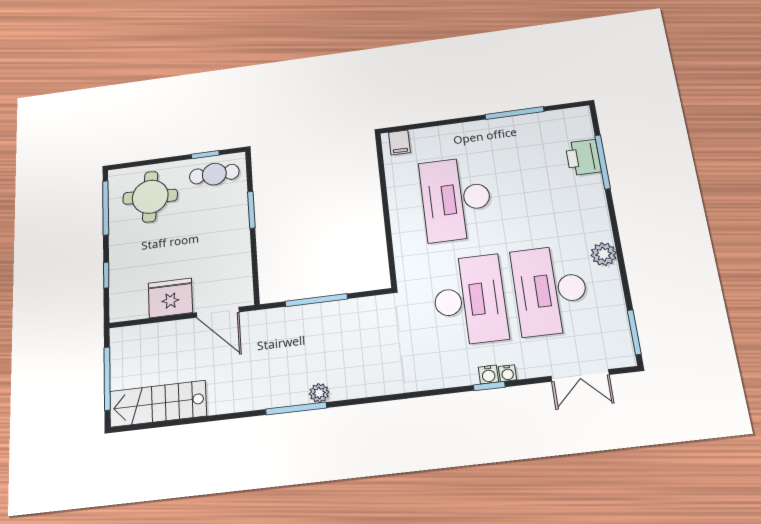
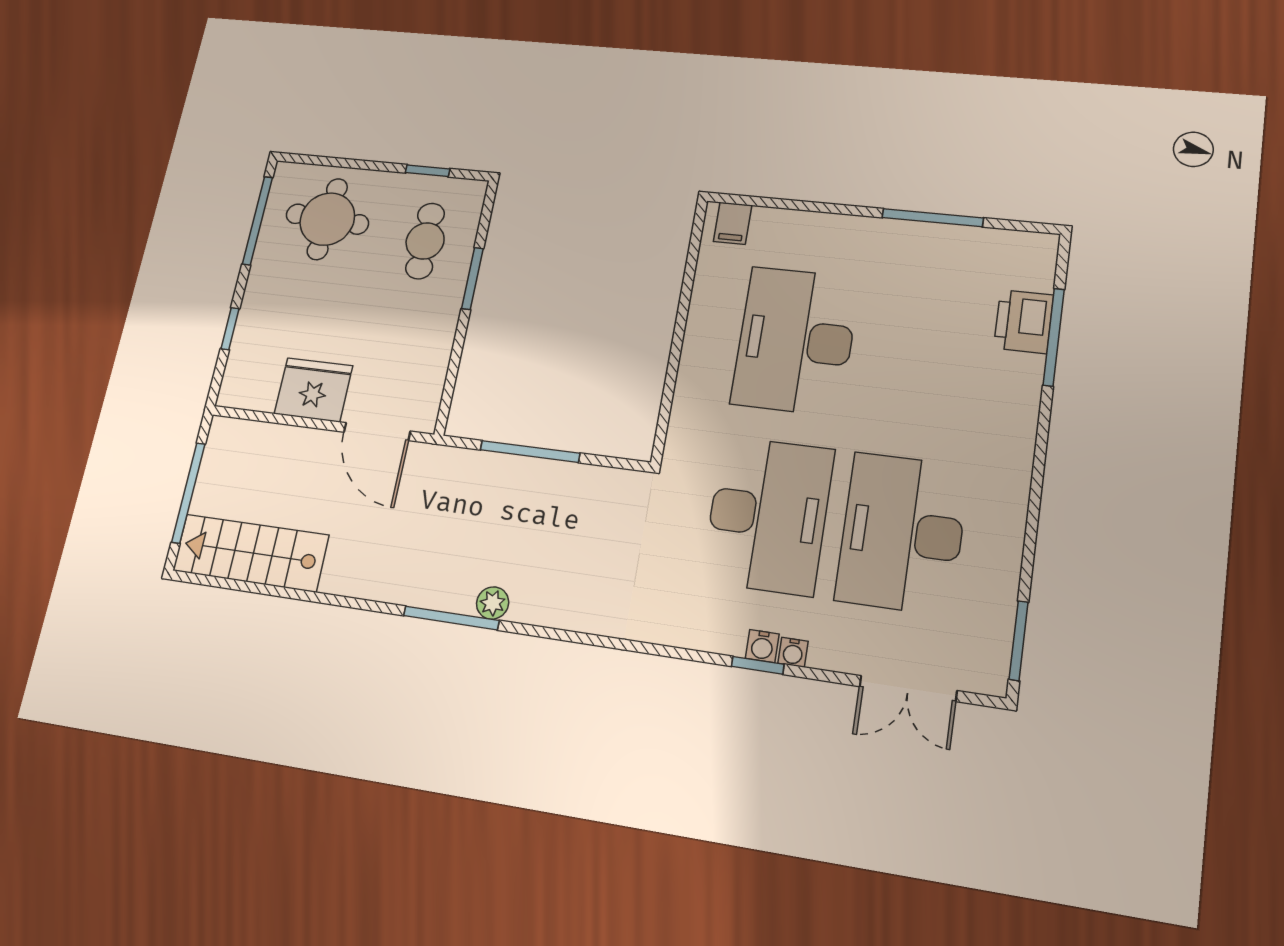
cafe table: (214, 174) -> (425, 241), moved, turned 90
plant: (604, 254) -> (1008, 495), removed

